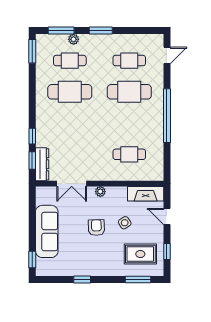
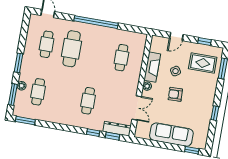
cafe table: (70, 92) -> (88, 101), moved, width x0.73, depth x0.74
fireplace: (146, 194) -> (152, 67), moved
rug: (140, 254) -> (203, 63), turned 90

